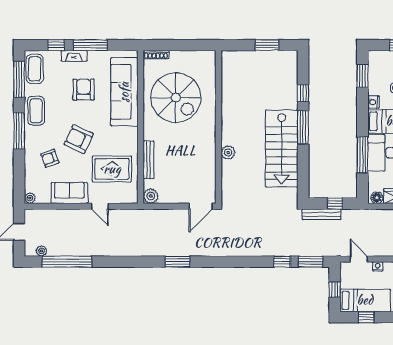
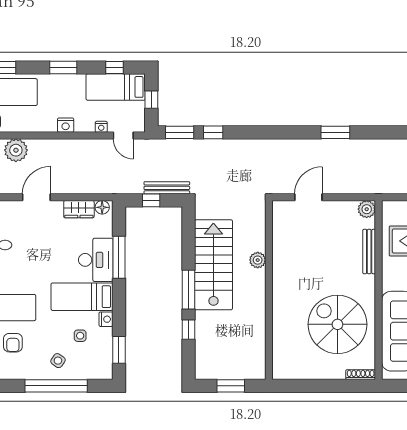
wall: (219, 127) -> (269, 290), moved
plant: (228, 153) -> (258, 260), moved

